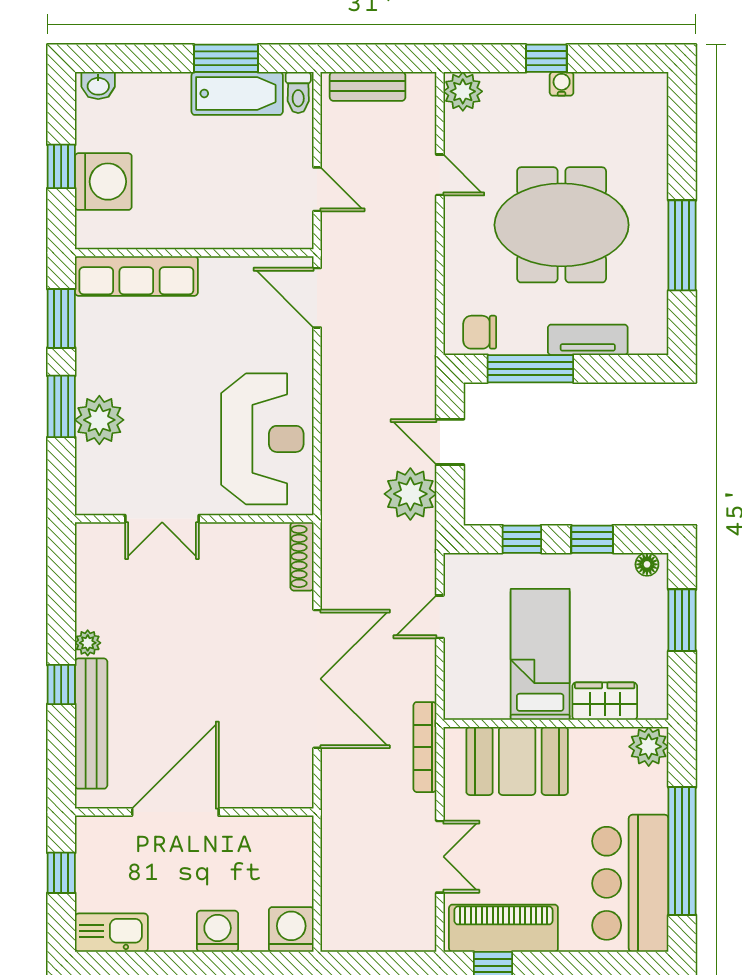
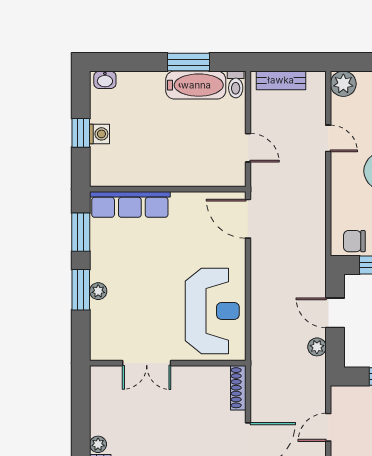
washing machine: (103, 182) -> (99, 134), width x0.53, depth x0.53
plant: (99, 420) -> (98, 291), width x0.53, depth x0.53
plant: (410, 494) -> (317, 347), width x0.53, depth x0.53

